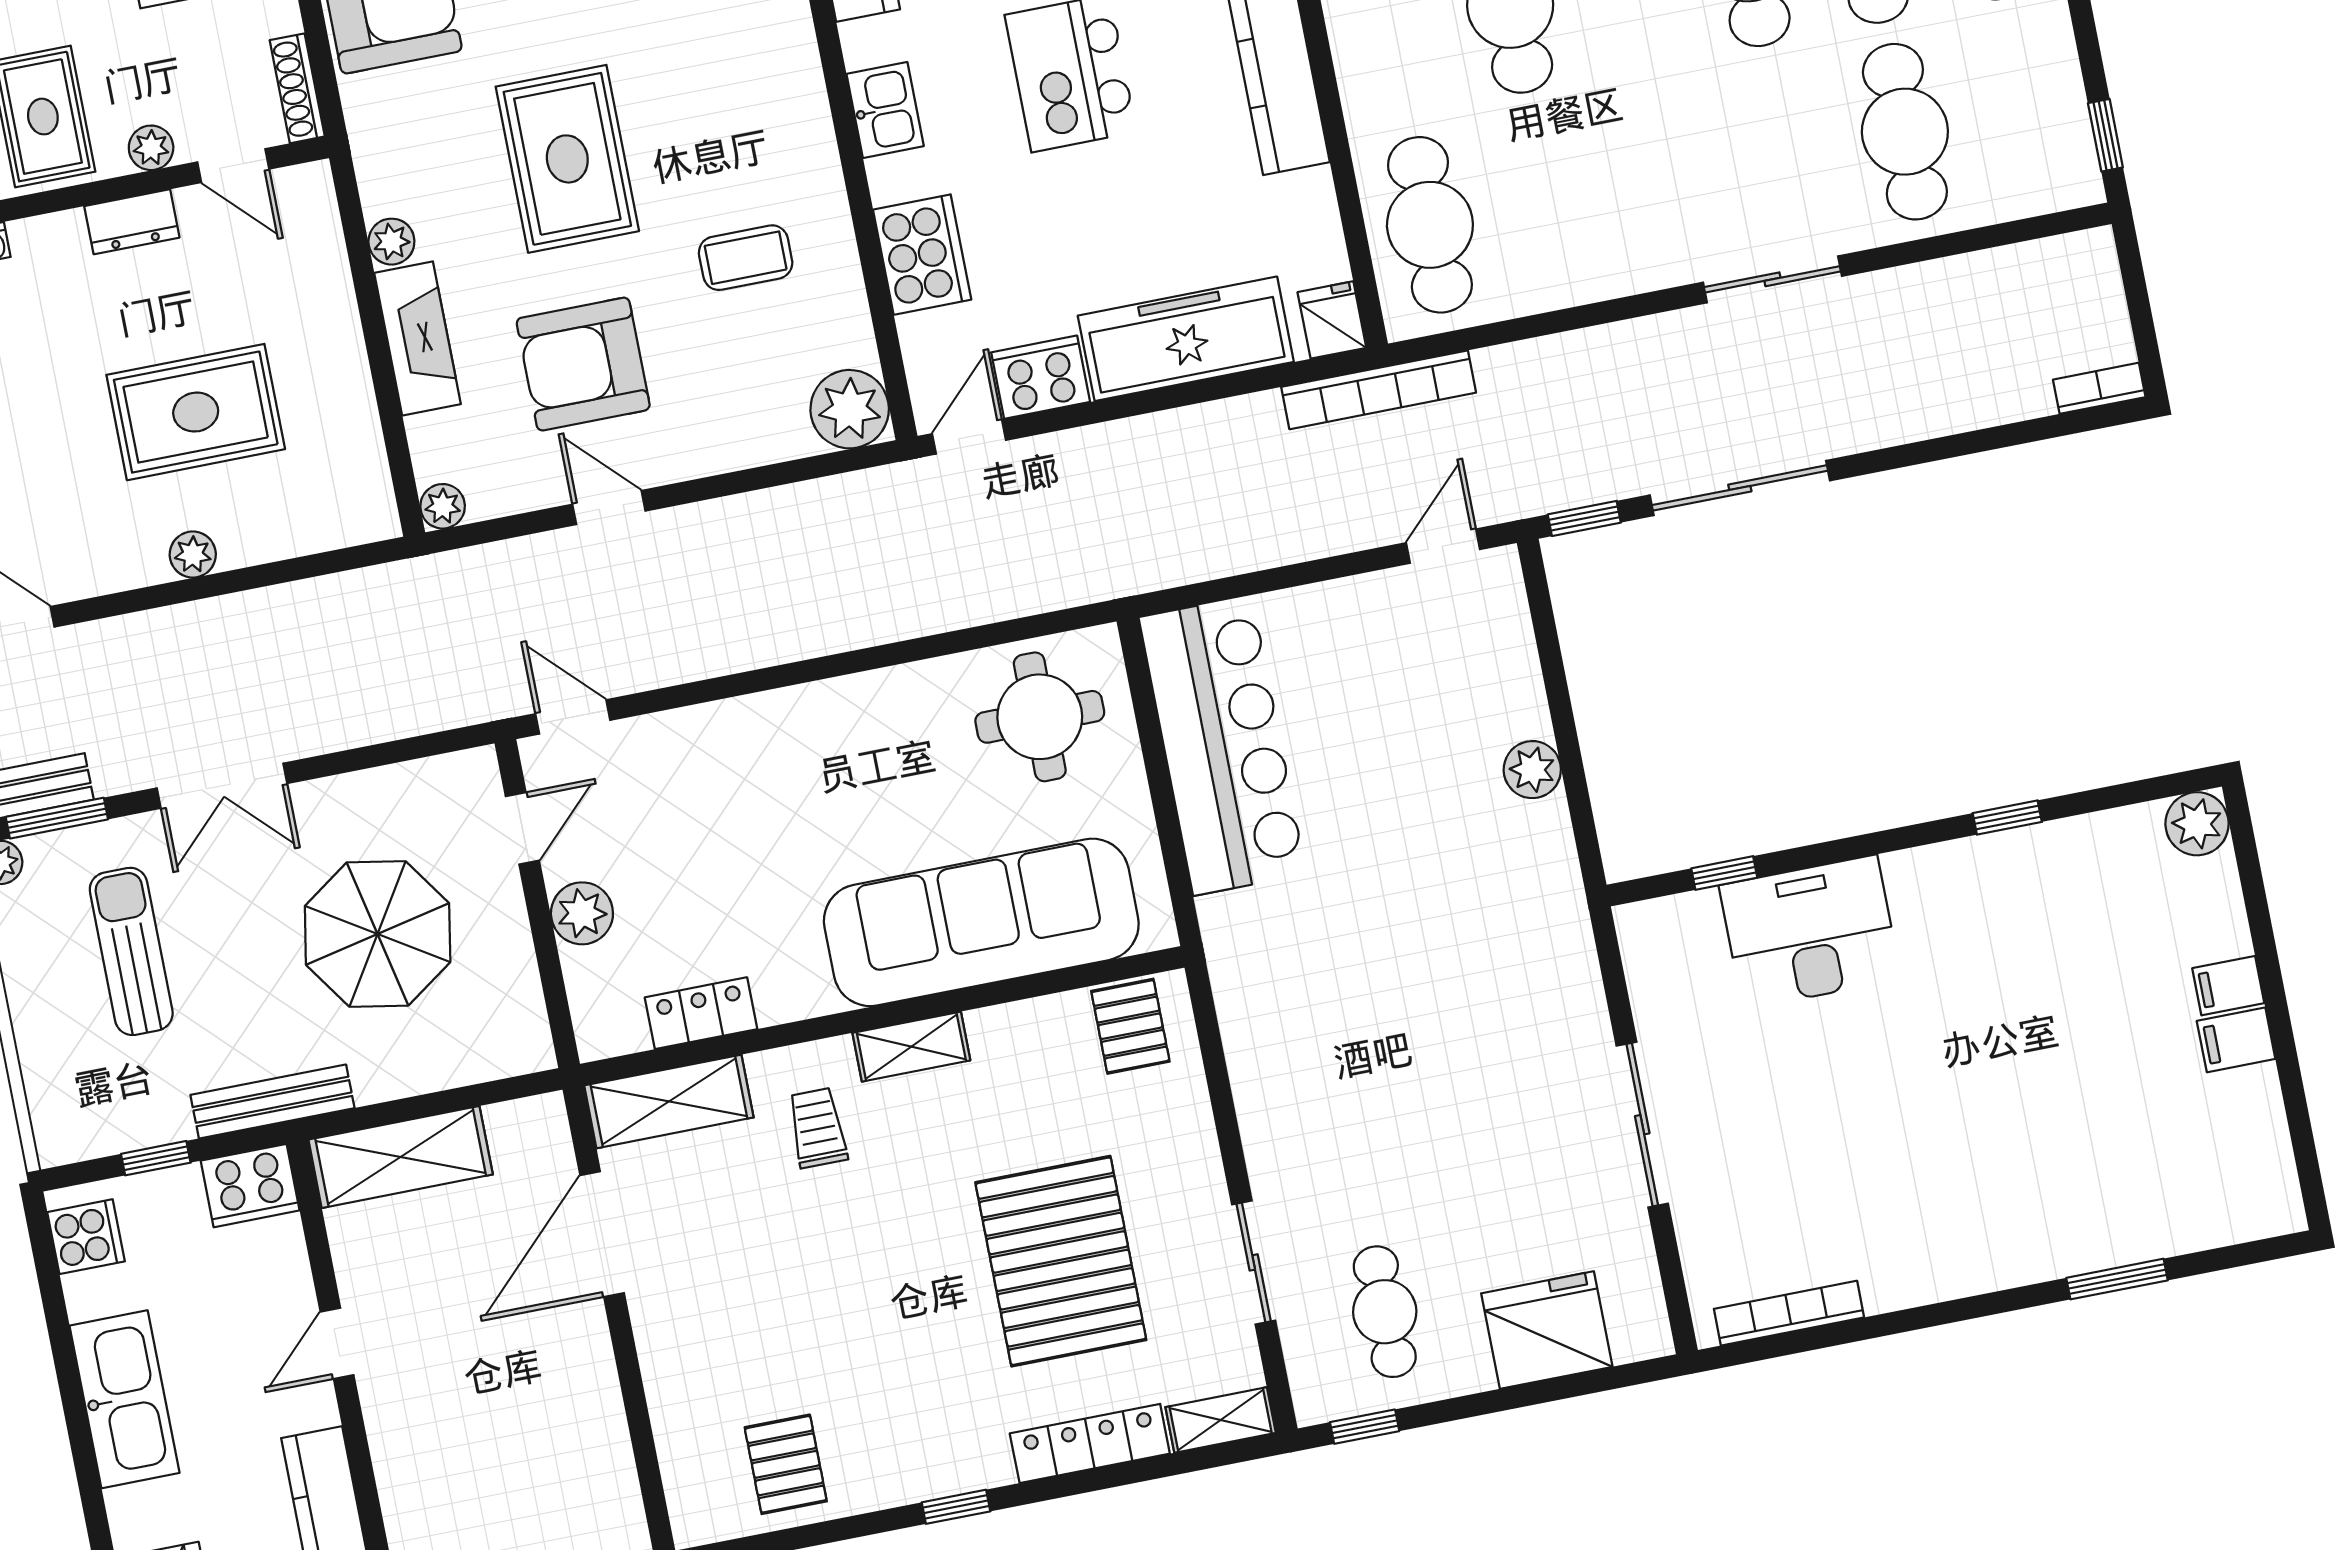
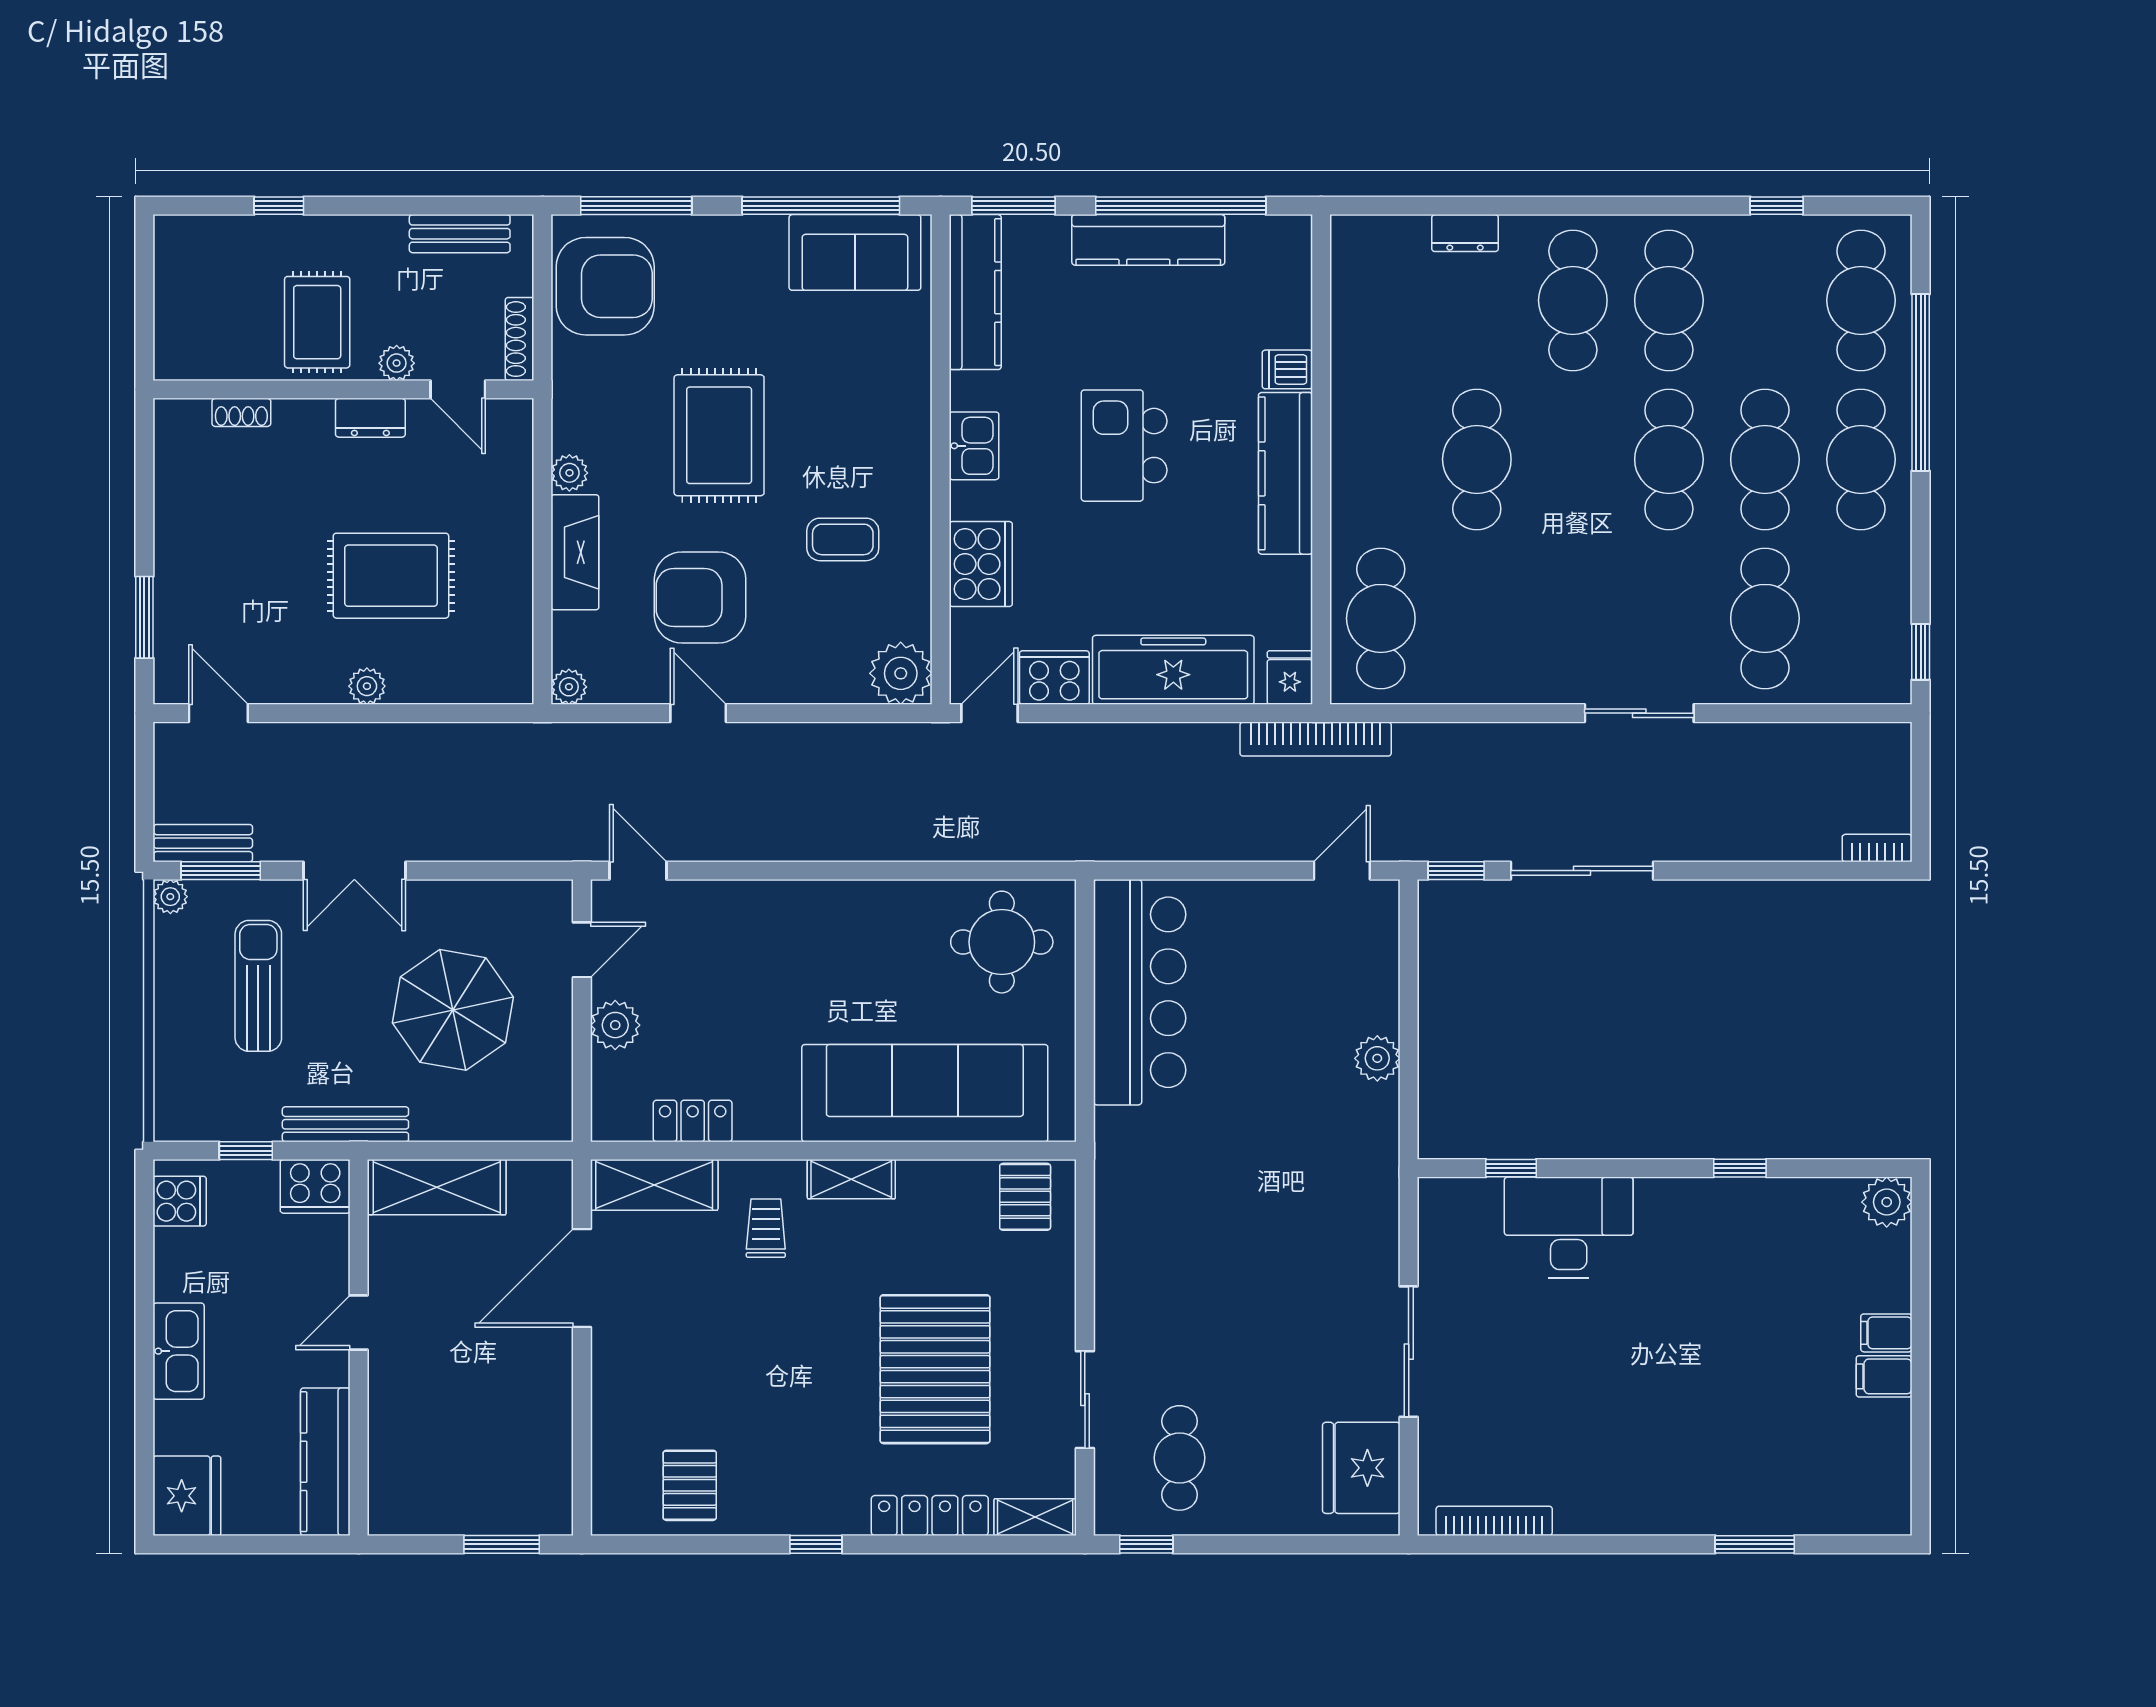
fridge: (1547, 1330) -> (1361, 1468), moved, turned -90
kitchen sink: (125, 1399) -> (179, 1351), width x0.73, depth x0.81

